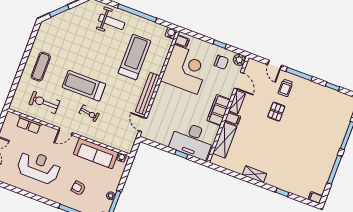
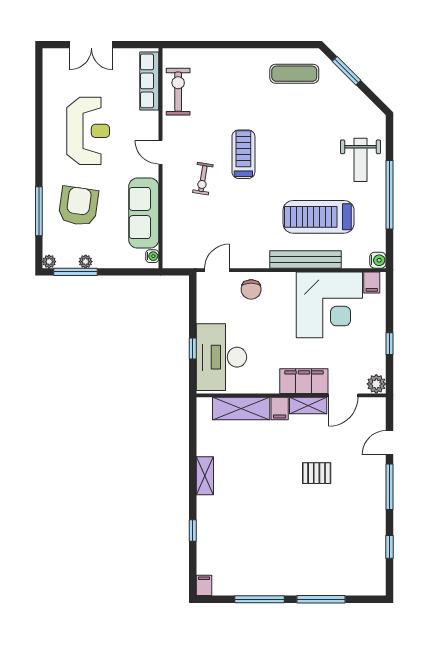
treadmill: (134, 57) -> (319, 217), turned 180
chair: (221, 62) -> (251, 289), moved
exercise mat: (41, 67) -> (294, 74), moved
treadmill: (84, 86) -> (243, 154), width x0.73, depth x0.73
trolley: (285, 88) -> (359, 473), removed
bench: (148, 94) -> (305, 259), moved
exercise bike: (44, 103) -> (178, 92), moved
filing cabinet: (219, 110) -> (304, 381), moved
row of seats: (29, 125) -> (149, 81), width x1.48
armchair: (78, 188) -> (78, 206), width x1.88, depth x1.88

